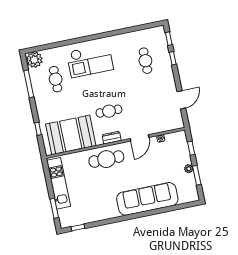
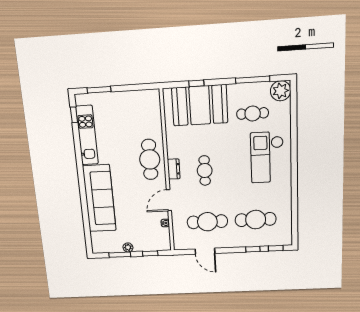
cafe table: (145, 61) -> (256, 220), width x1.37, depth x1.35
cafe table: (154, 102) -> (207, 222), added
booth: (71, 135) -> (200, 105), moved, turned 90
door: (140, 138) -> (169, 200), hinge flipped
kitchen unit: (59, 183) -> (87, 135), moved, turned -90

